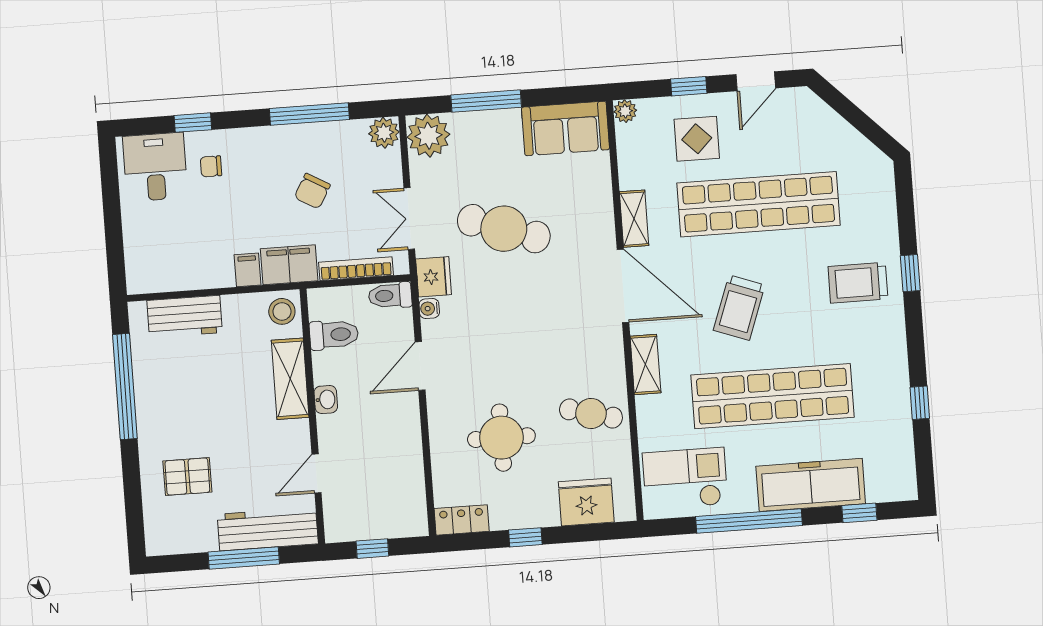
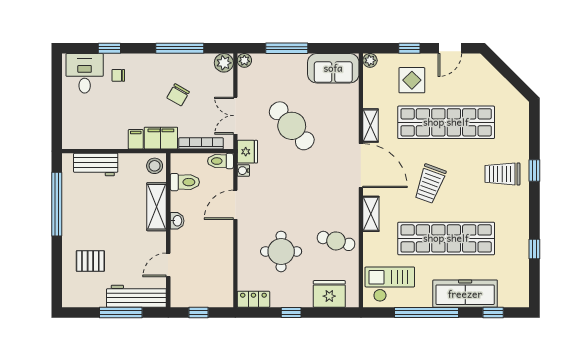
plant: (428, 136) -> (244, 60), width x0.53, depth x0.53
cafe table: (504, 229) -> (292, 126), turned 30

